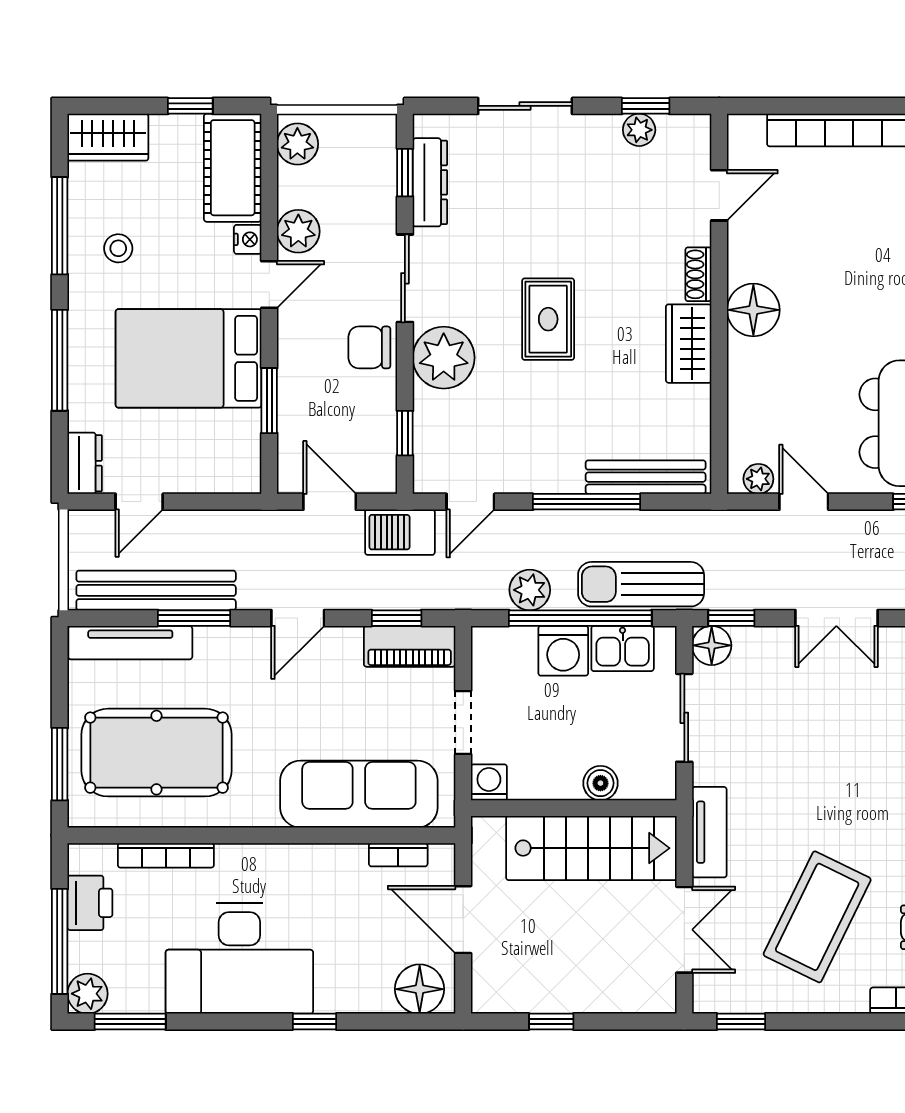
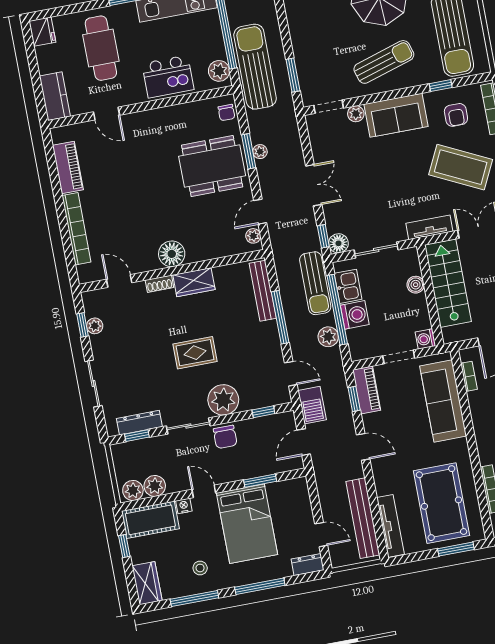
plant: (298, 231) -> (155, 486), moved
window: (194, 618) -> (373, 497), removed

